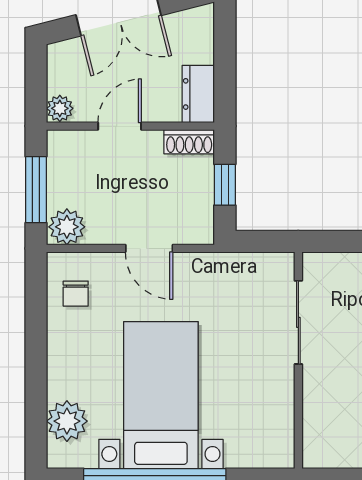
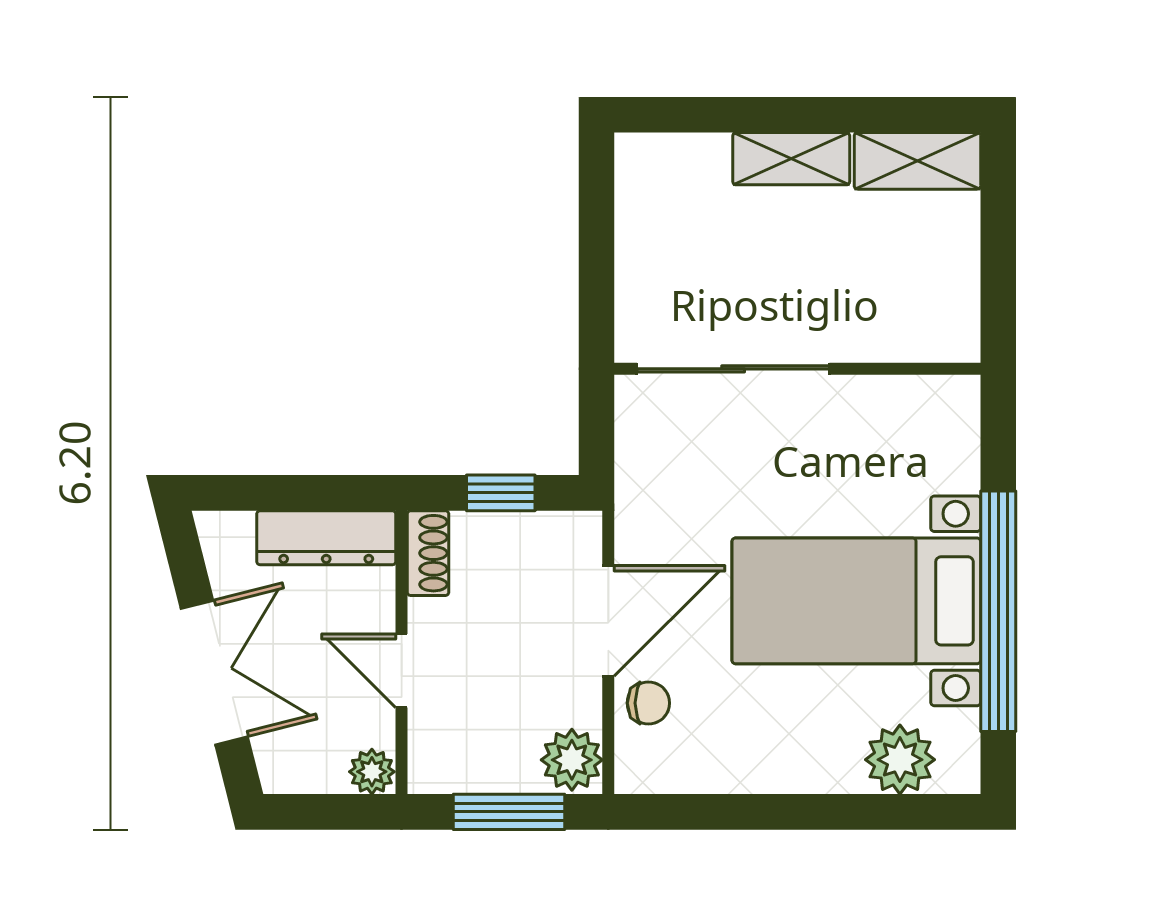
dresser: (198, 94) -> (326, 538), width x1.44
door: (149, 248) -> (608, 621), width x1.38
chair: (76, 294) -> (648, 703), moved
sliding door: (298, 322) -> (733, 369), width x1.37

